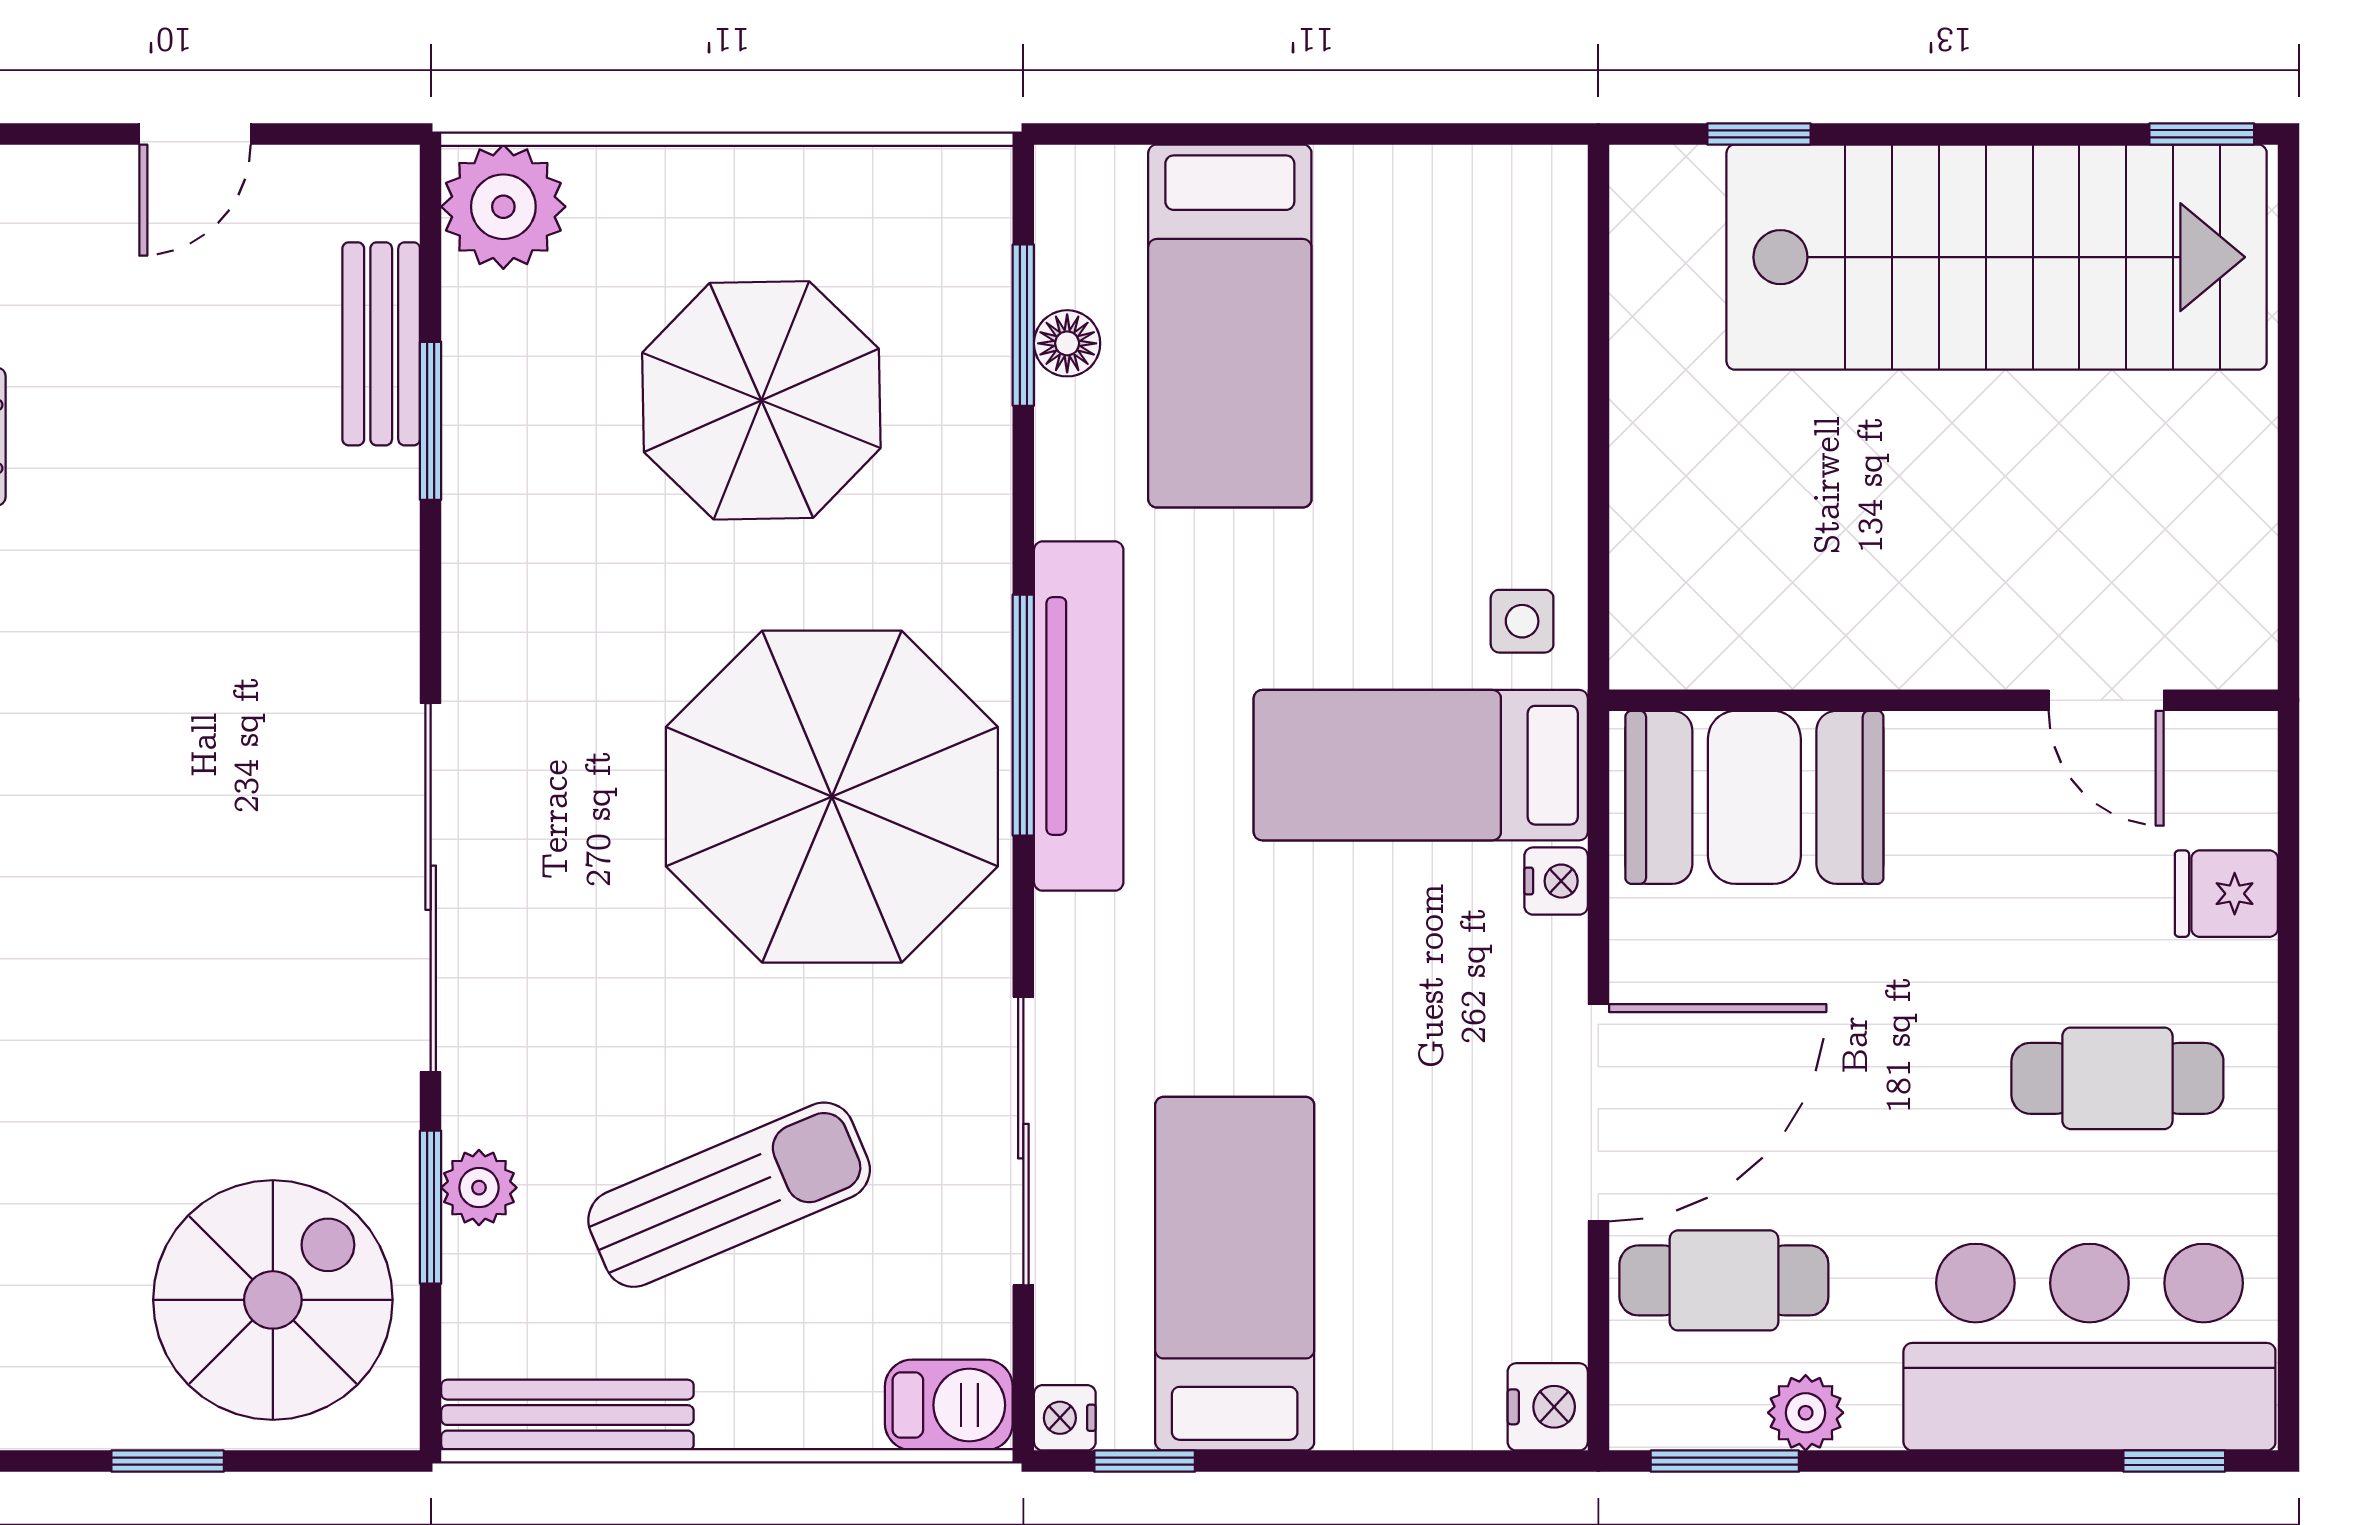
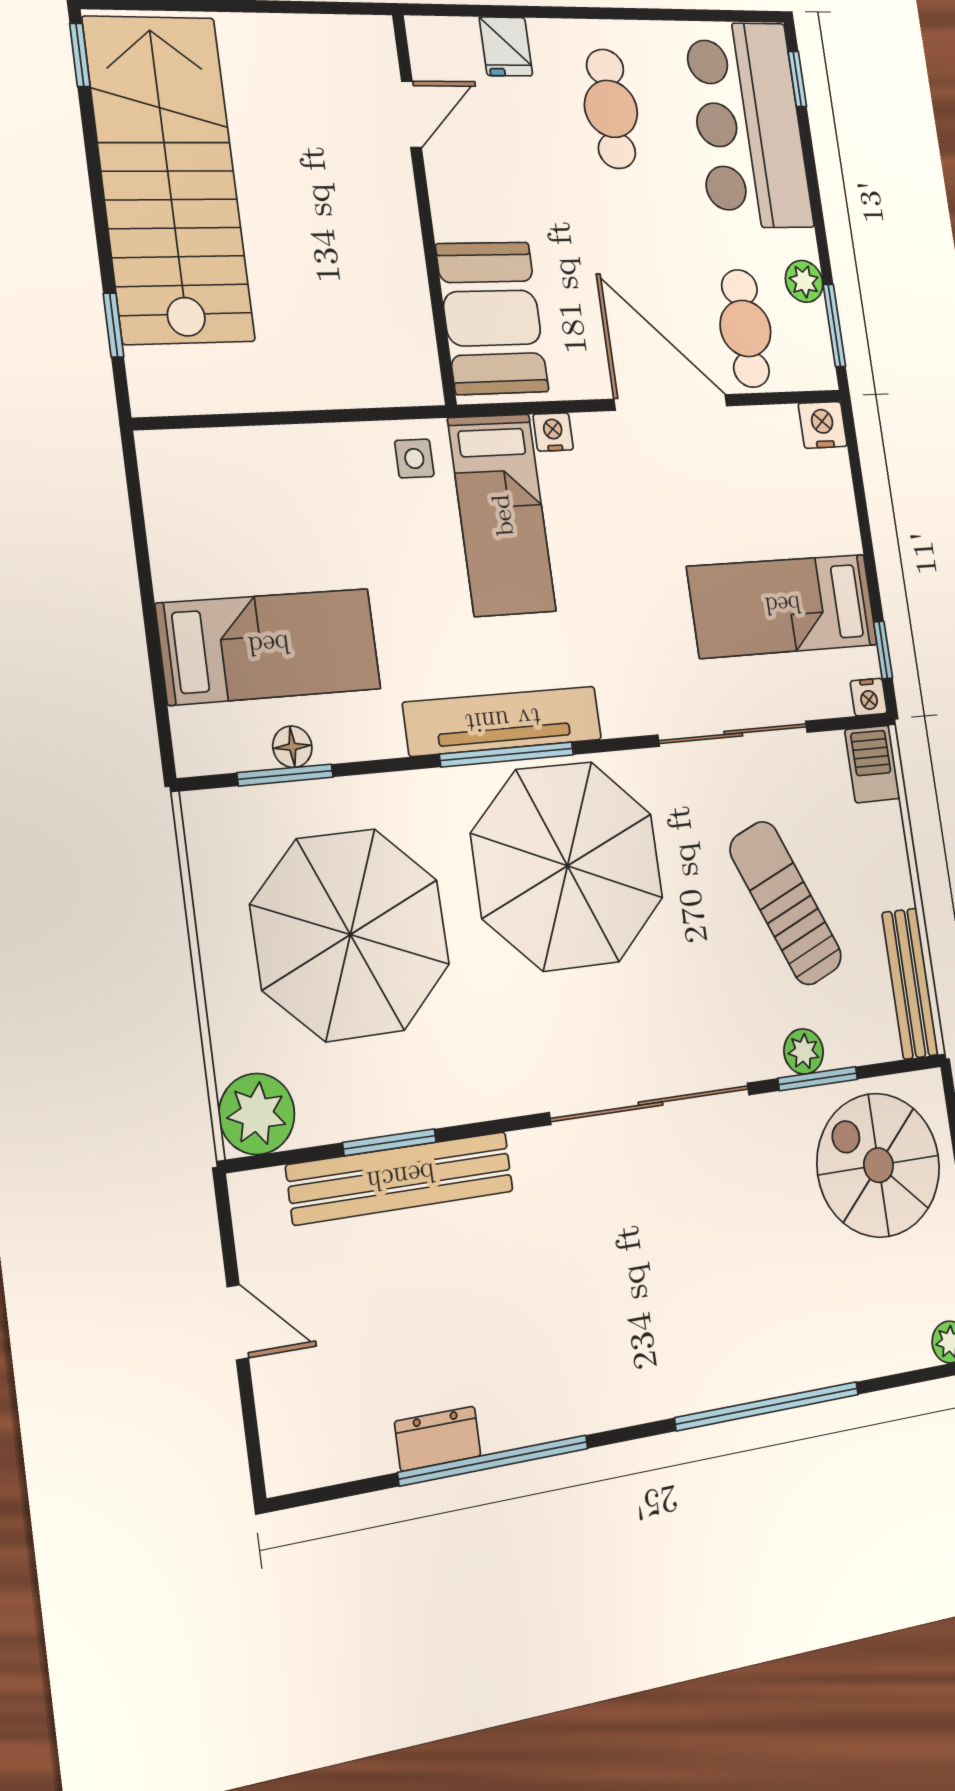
bench: (381, 344) -> (401, 1178), width x1.86, depth x1.21
parasol: (761, 400) -> (350, 935), width x1.36, depth x1.36

